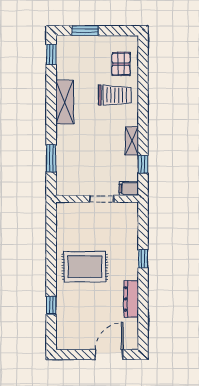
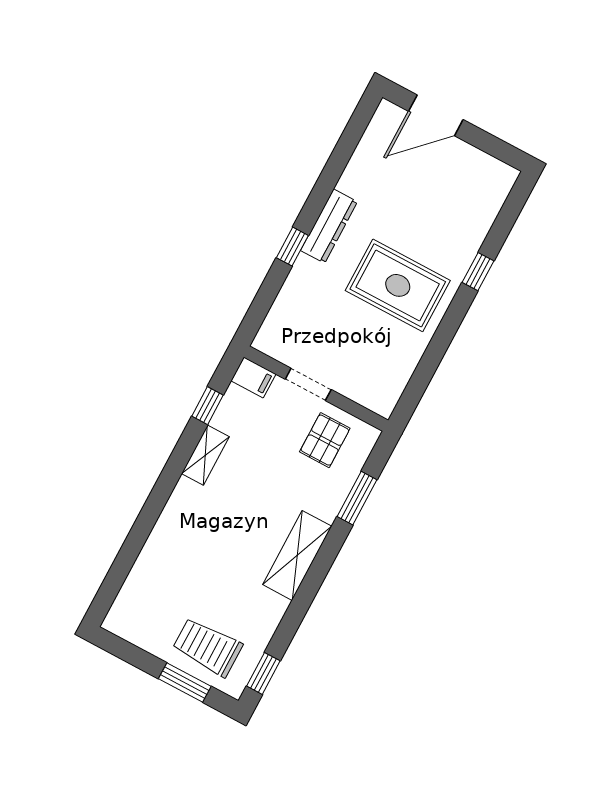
pallet: (121, 64) -> (325, 440), moved
trolley: (115, 95) -> (208, 647), moved
shelving: (65, 102) -> (297, 555), moved
dresser: (131, 299) -> (329, 226), moved
window: (51, 305) -> (478, 272), moved

